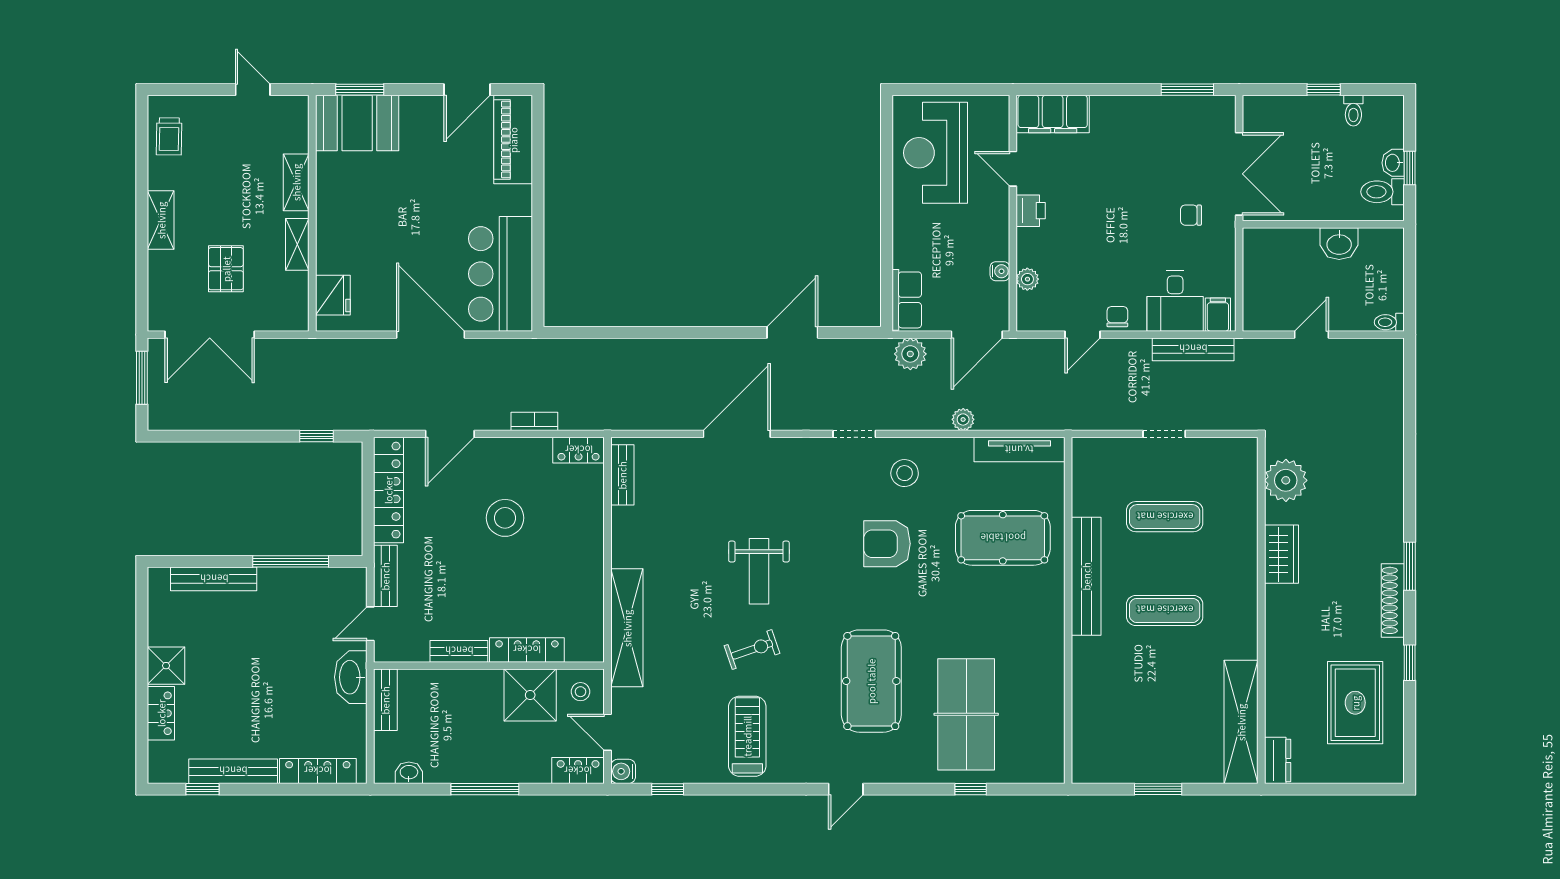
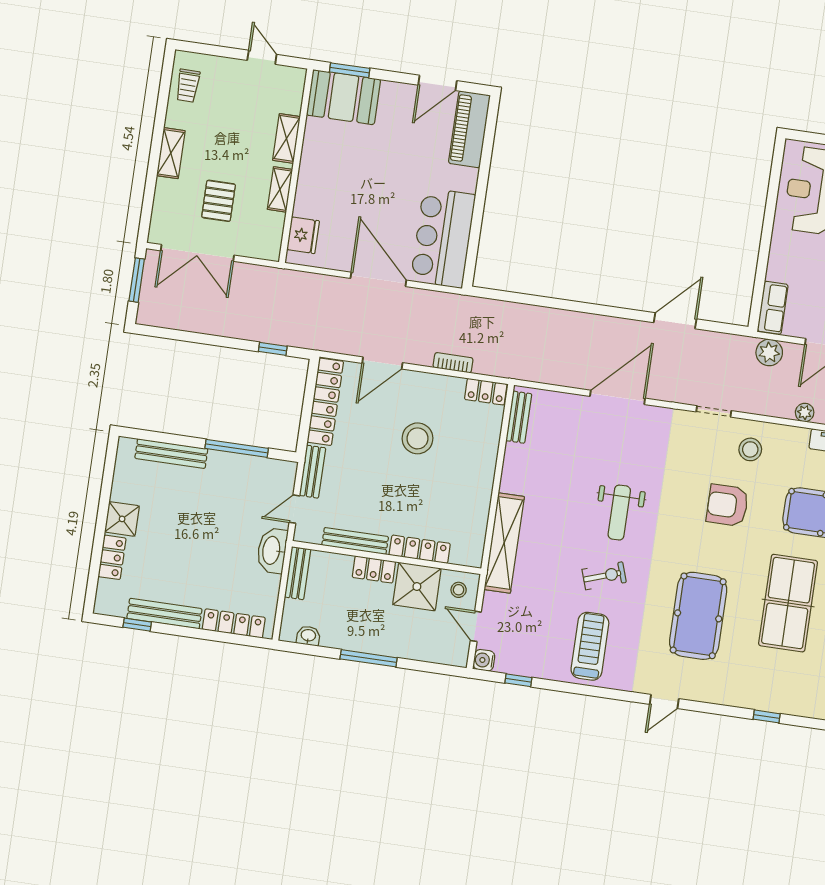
bench: (459, 651) -> (355, 541), width x1.36
table tennis table: (966, 714) -> (788, 603), moved
locker: (578, 771) -> (374, 569), moved, turned 180

